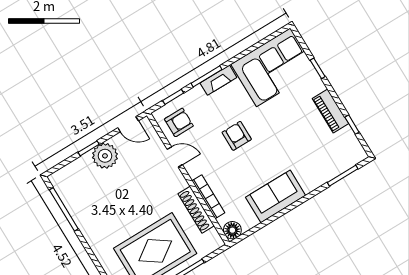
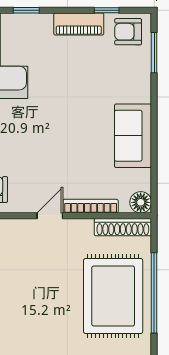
armchair: (237, 136) -> (128, 32), moved
door: (175, 157) -> (50, 216), moved
shoe rack: (196, 210) -> (123, 227), moved

